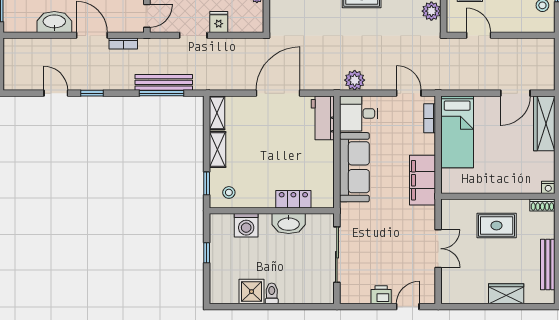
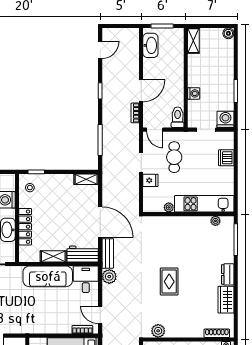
washbasin: (54, 22) -> (150, 45), moved
bench: (164, 82) -> (108, 253), moved, width x0.73
door: (56, 93) -> (100, 50), moved
door: (409, 93) -> (100, 315), swing flipped
shelving: (218, 149) -> (53, 256), moved
filing cabinet: (423, 180) -> (39, 325), removed
locker: (293, 199) -> (25, 227), width x1.53

